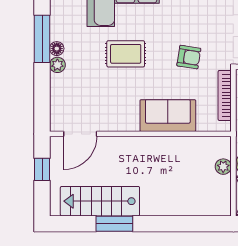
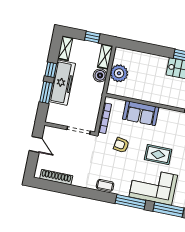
plant: (223, 167) -> (119, 73), width x1.87, depth x1.87

